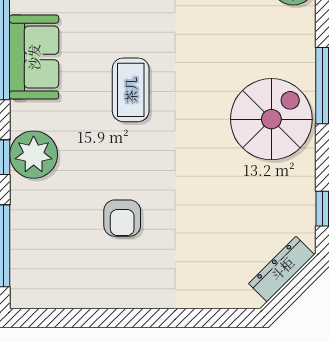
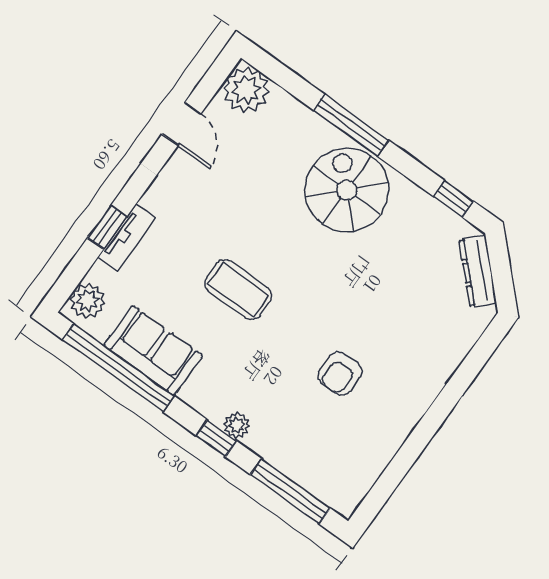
plant: (34, 155) -> (237, 425), width x0.53, depth x0.53
armchair: (122, 218) -> (340, 373), turned 90

